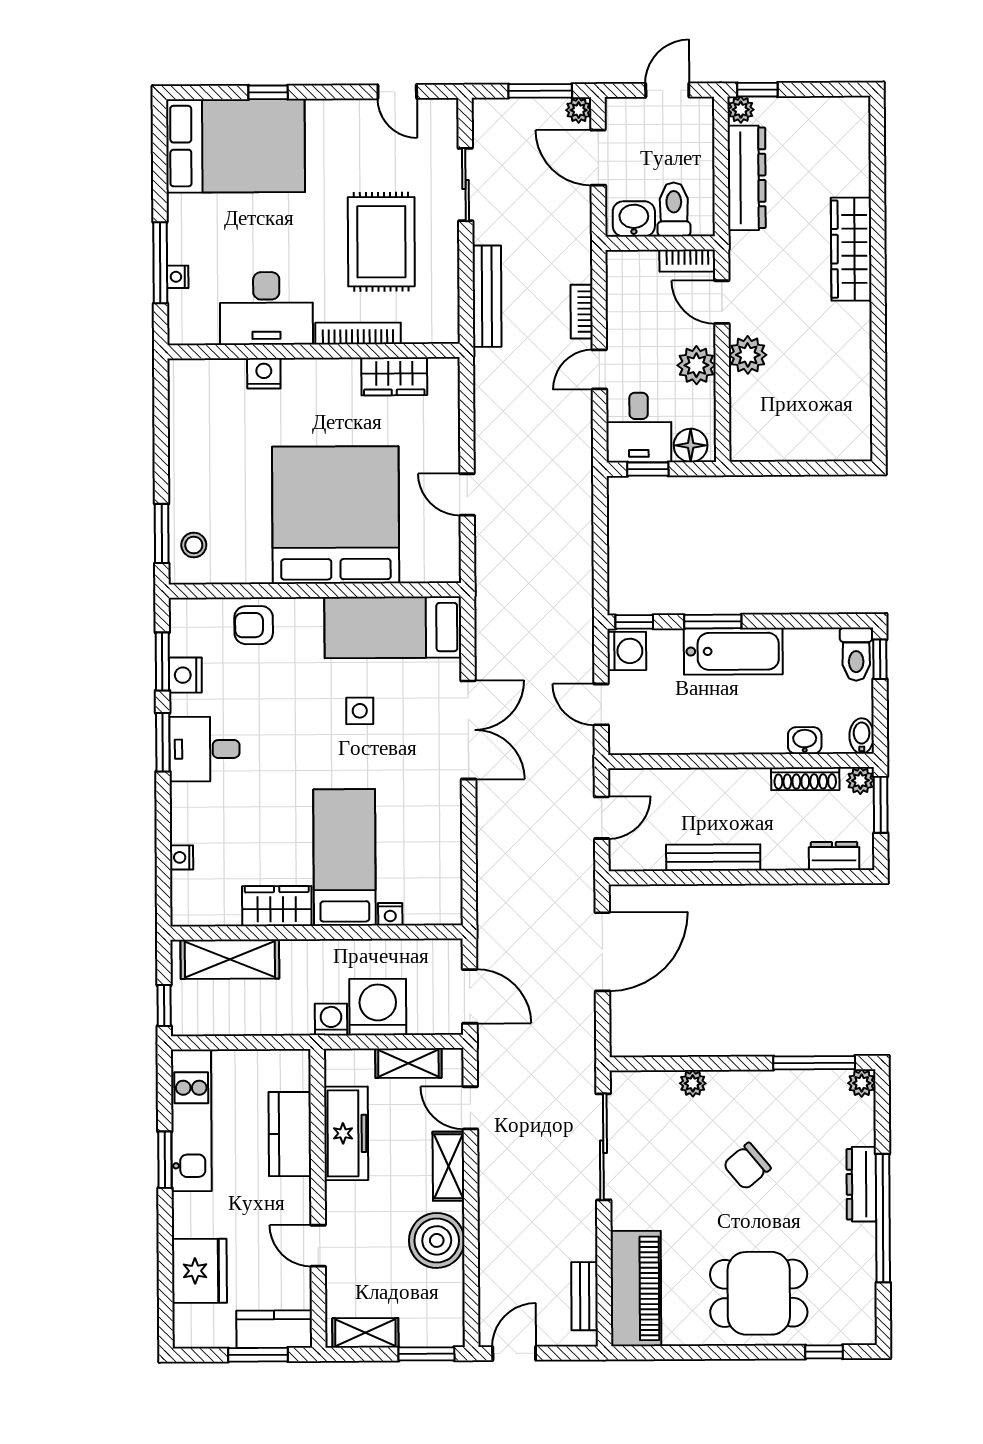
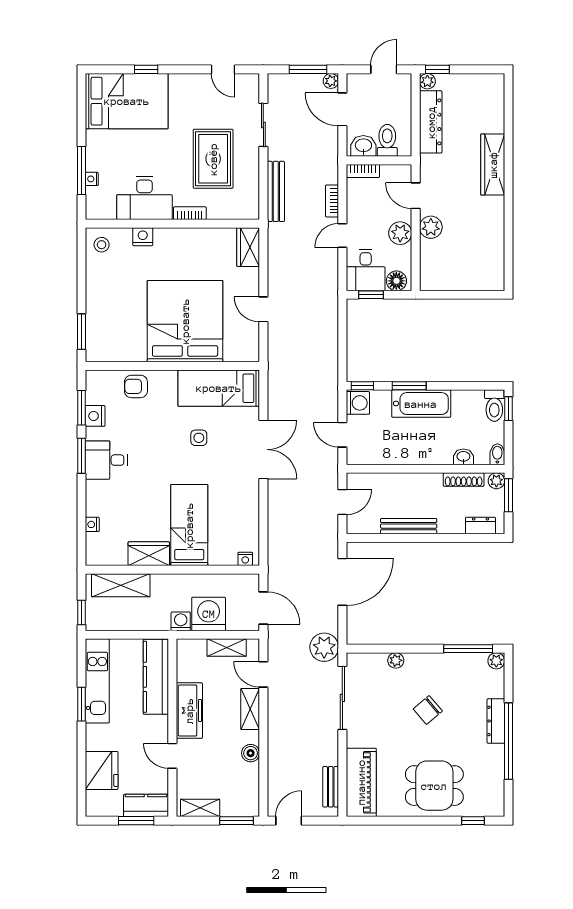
bookcase: (687, 261) -> (363, 171), moved
bookcase: (358, 333) -> (190, 213), width x0.64
wardrobe: (394, 376) -> (248, 247), moved, turned 90
stool: (194, 545) -> (102, 245), moved
nightstand: (390, 914) -> (245, 559), moved
plant: (572, 1062) -> (324, 647), added
freezer: (346, 1133) -> (189, 711), moved
kitchen counter: (290, 1134) -> (156, 677), width x1.50
boiler: (437, 1240) -> (251, 753), width x0.54, depth x0.54

